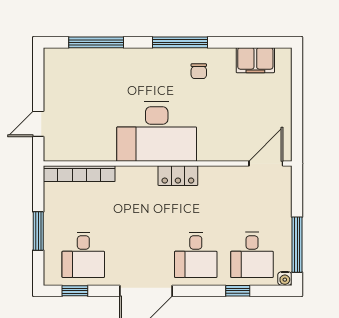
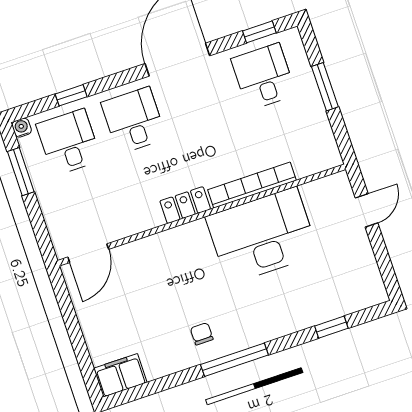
window: (96, 42) -> (331, 327), width x0.46
filing cabinet: (255, 60) -> (120, 375), moved
desk: (157, 132) -> (262, 236), moved
bookcase: (79, 174) -> (252, 185), moved
window: (297, 245) -> (21, 172), width x0.69

